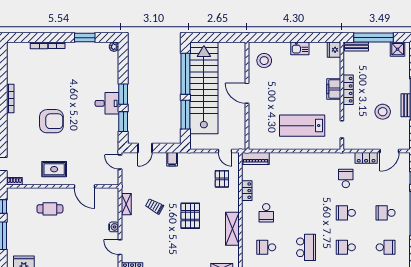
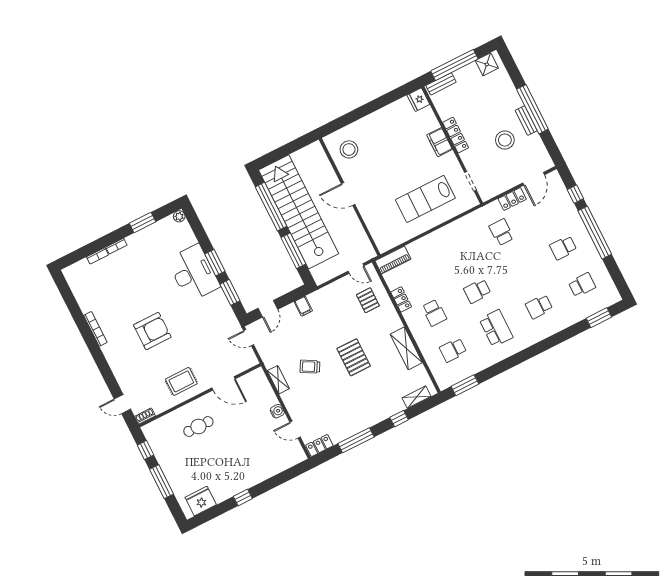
kitchen sink: (300, 48) -> (381, 117), removed
desk: (107, 103) -> (193, 273), width x1.87, depth x1.30
school desk: (346, 213) -> (477, 291), moved

